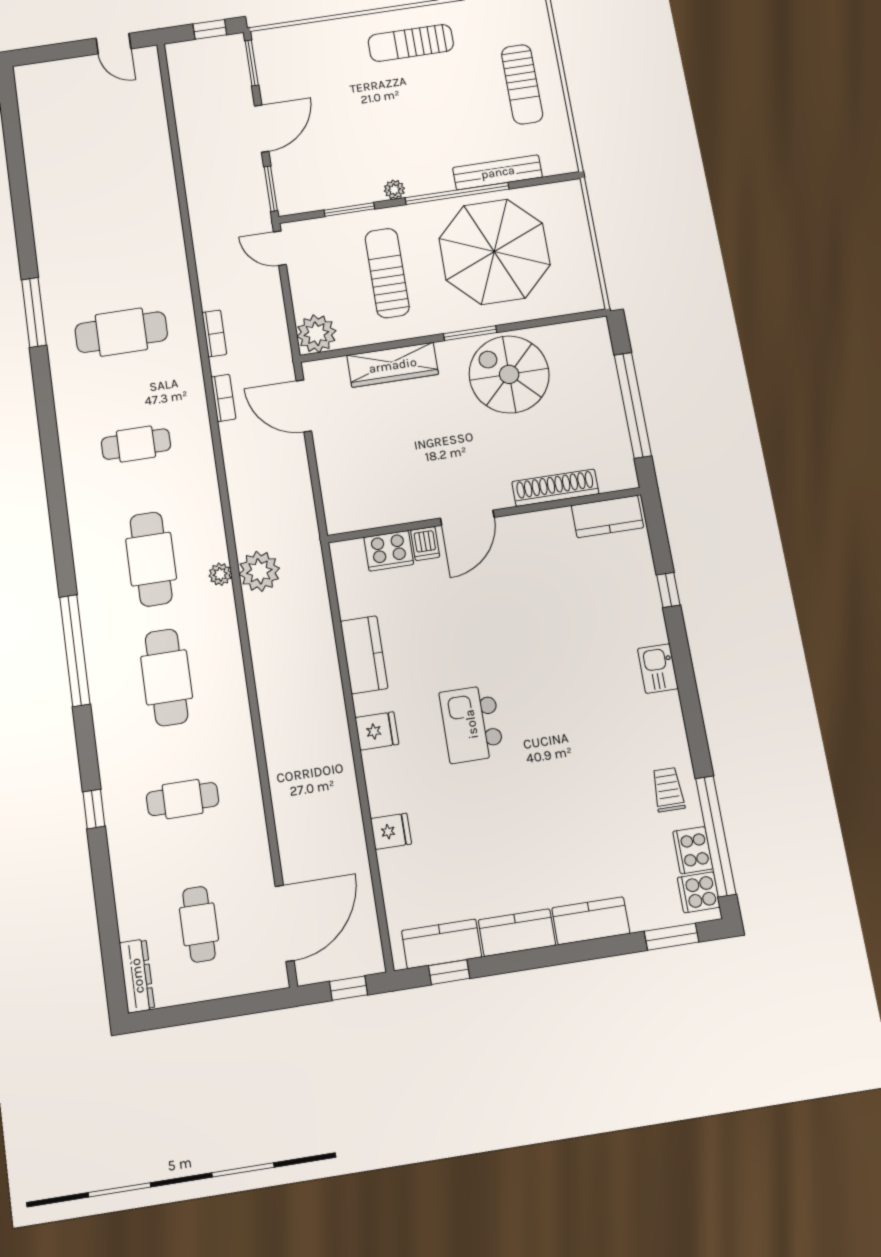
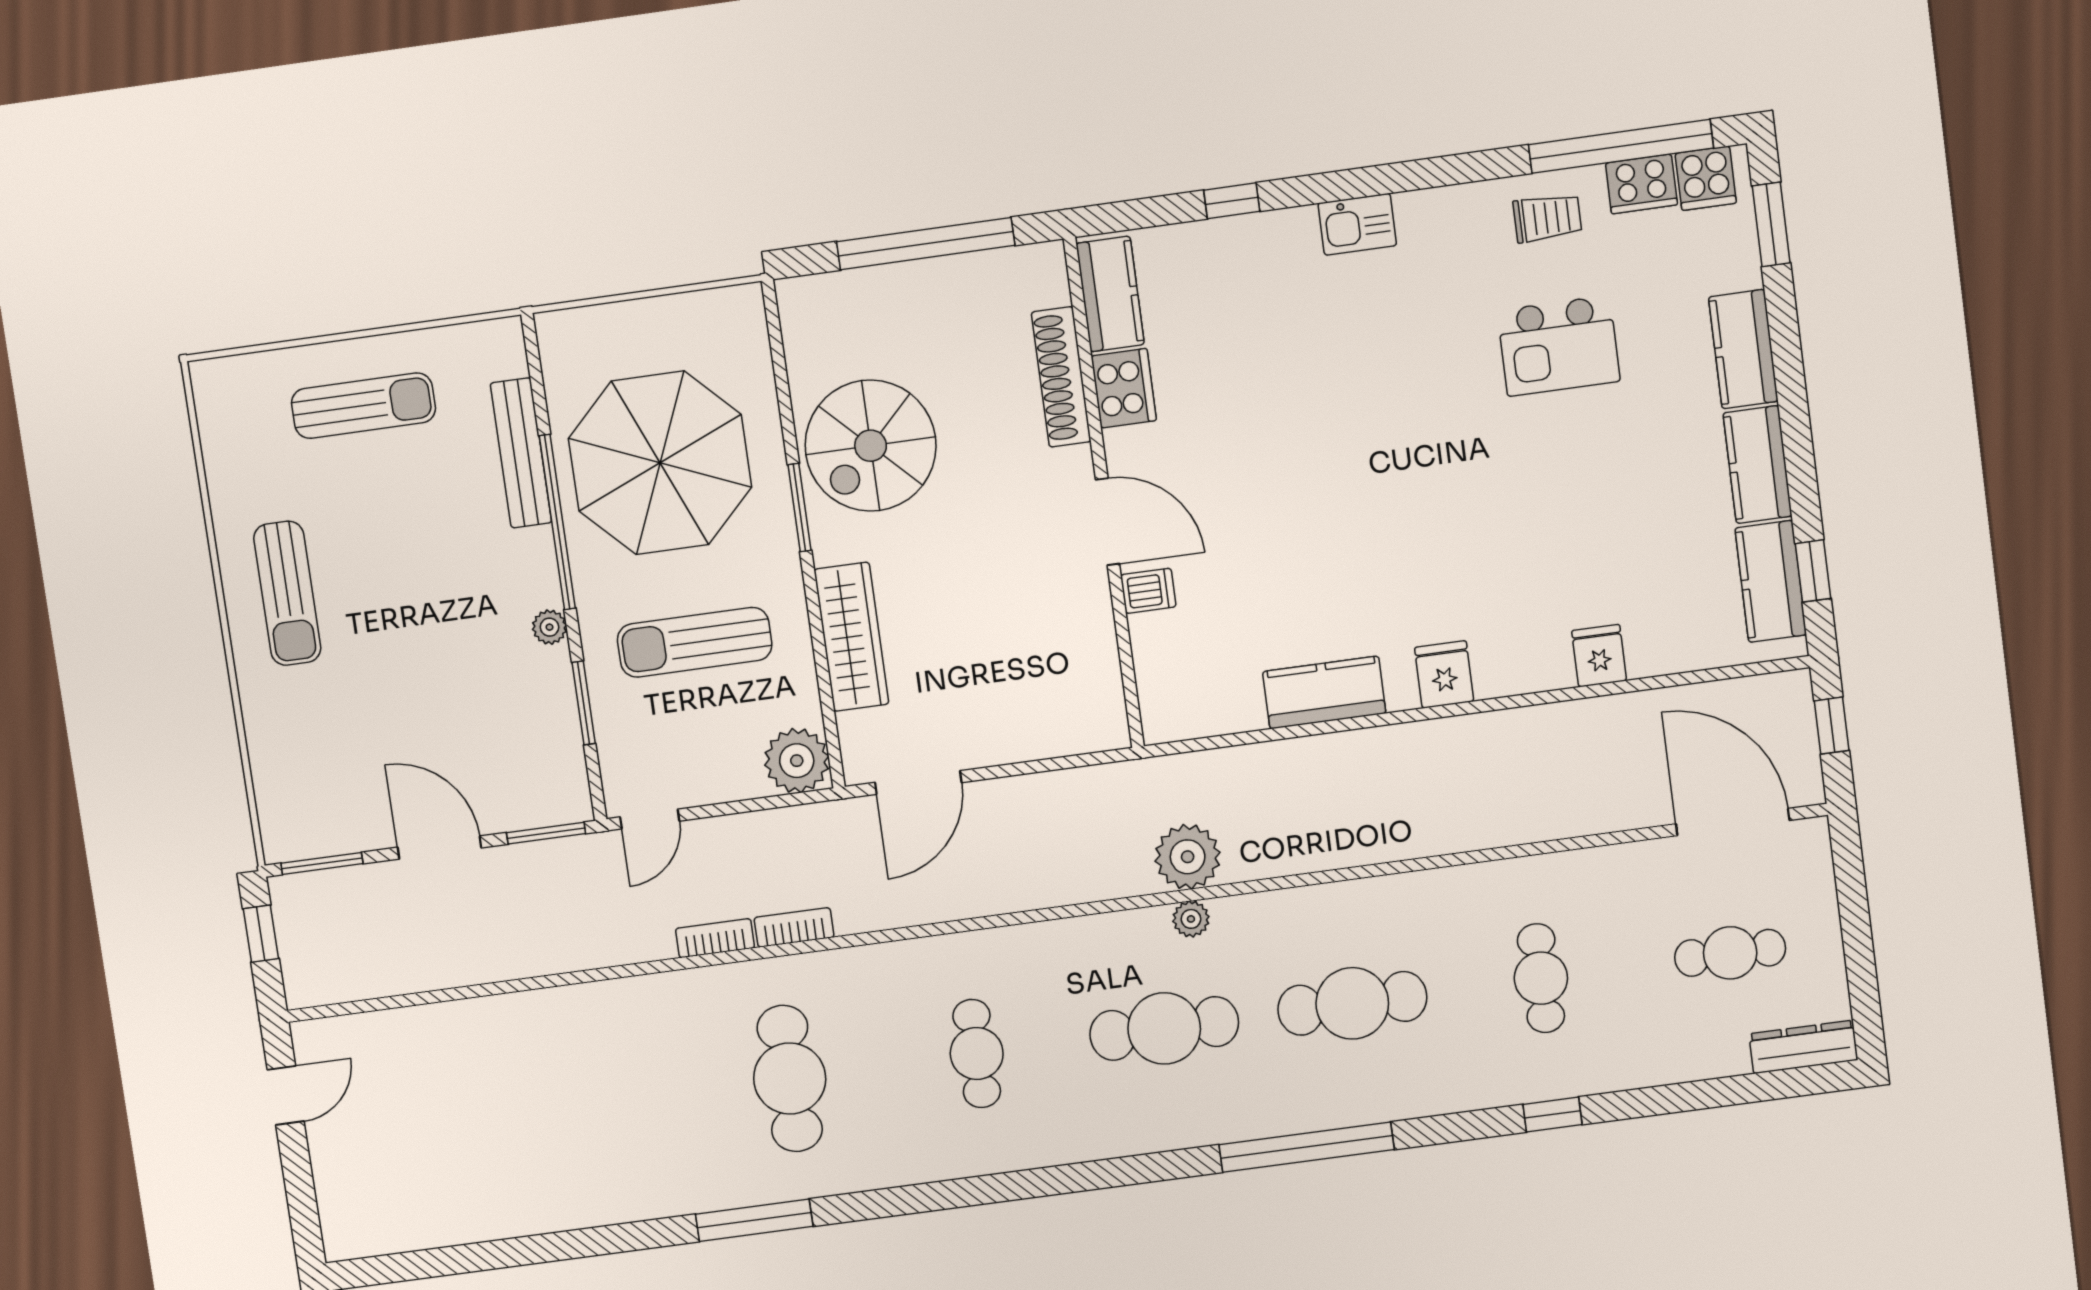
bookcase: (223, 398) -> (715, 938), moved
cooker: (389, 551) -> (1124, 388), moved
kitchen island: (471, 724) -> (1559, 346), moved
trolley: (668, 790) -> (1547, 218), turned 180

